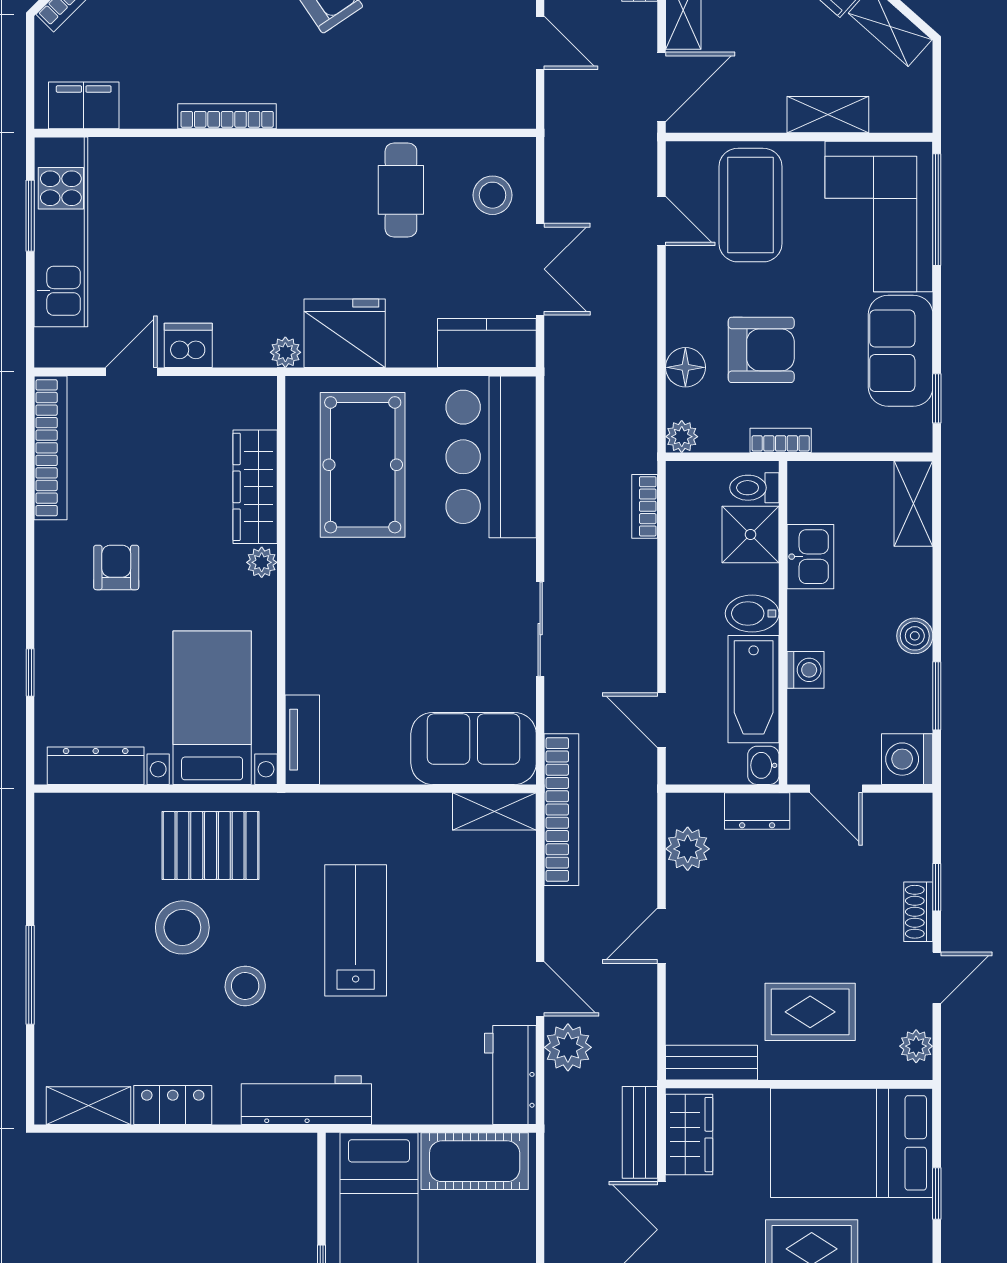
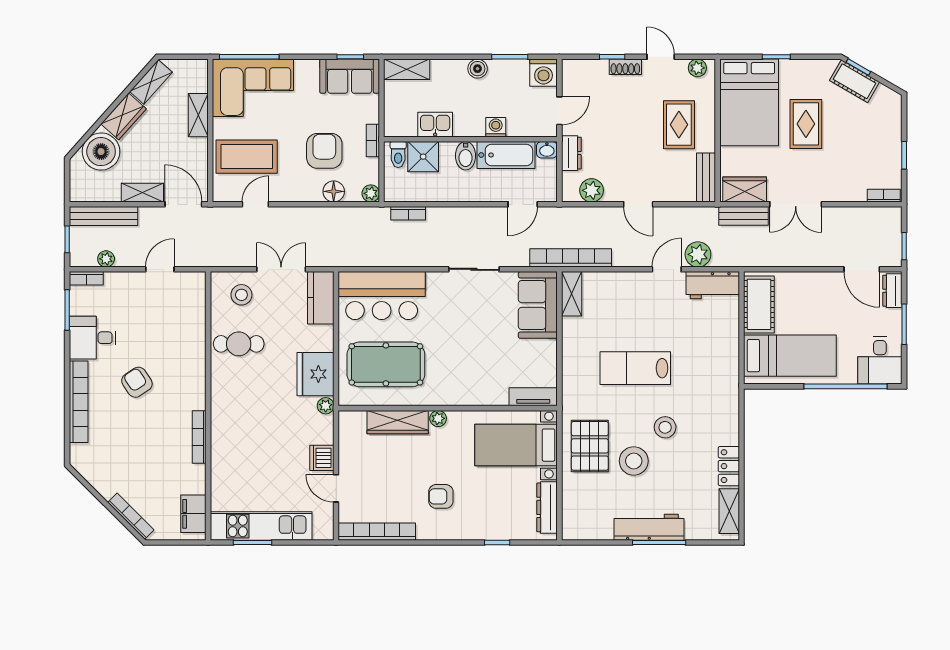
sofa: (901, 351) -> (350, 76), moved
workbench: (306, 1100) -> (649, 527), moved, turned 90

